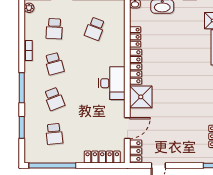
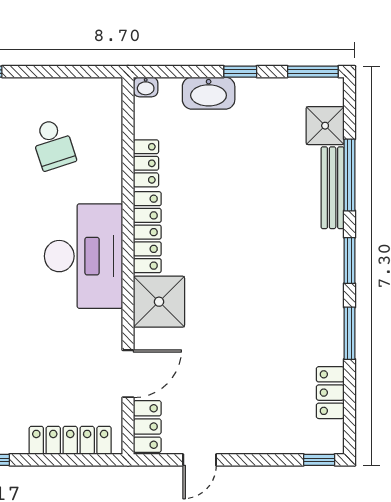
school desk: (95, 29) -> (53, 144), turned -39
desk: (112, 83) -> (83, 256), width x1.36, depth x1.30

